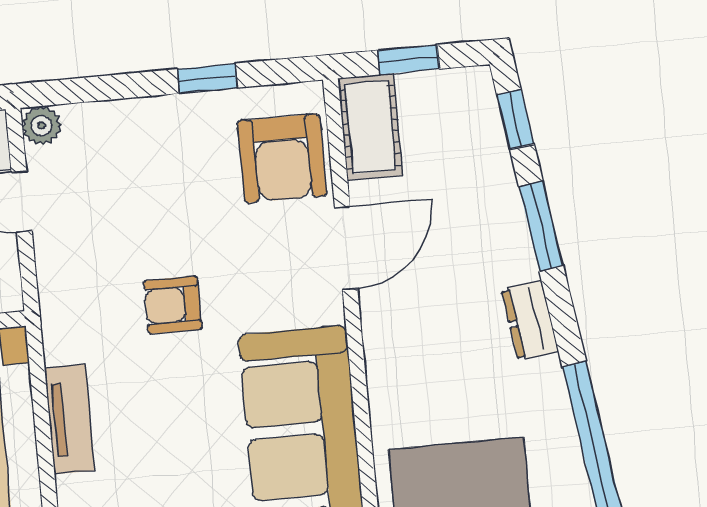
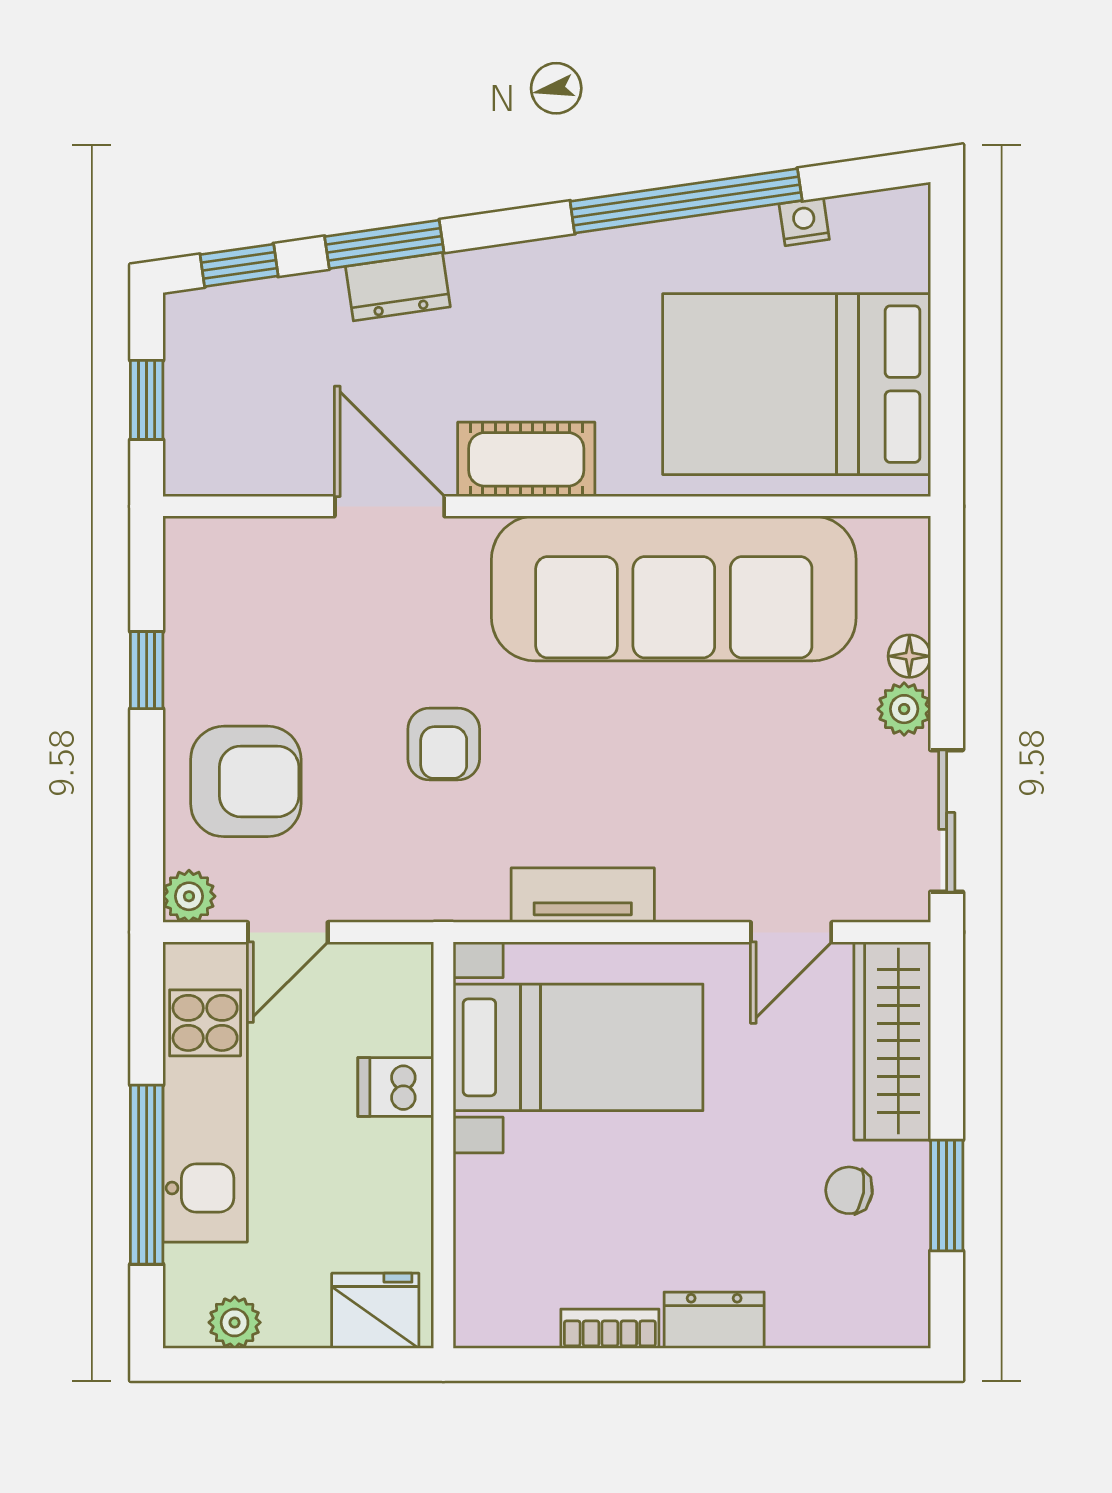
cot: (370, 127) -> (526, 459), moved
armchair: (282, 158) -> (246, 781), moved
dresser: (530, 320) -> (398, 287), moved

